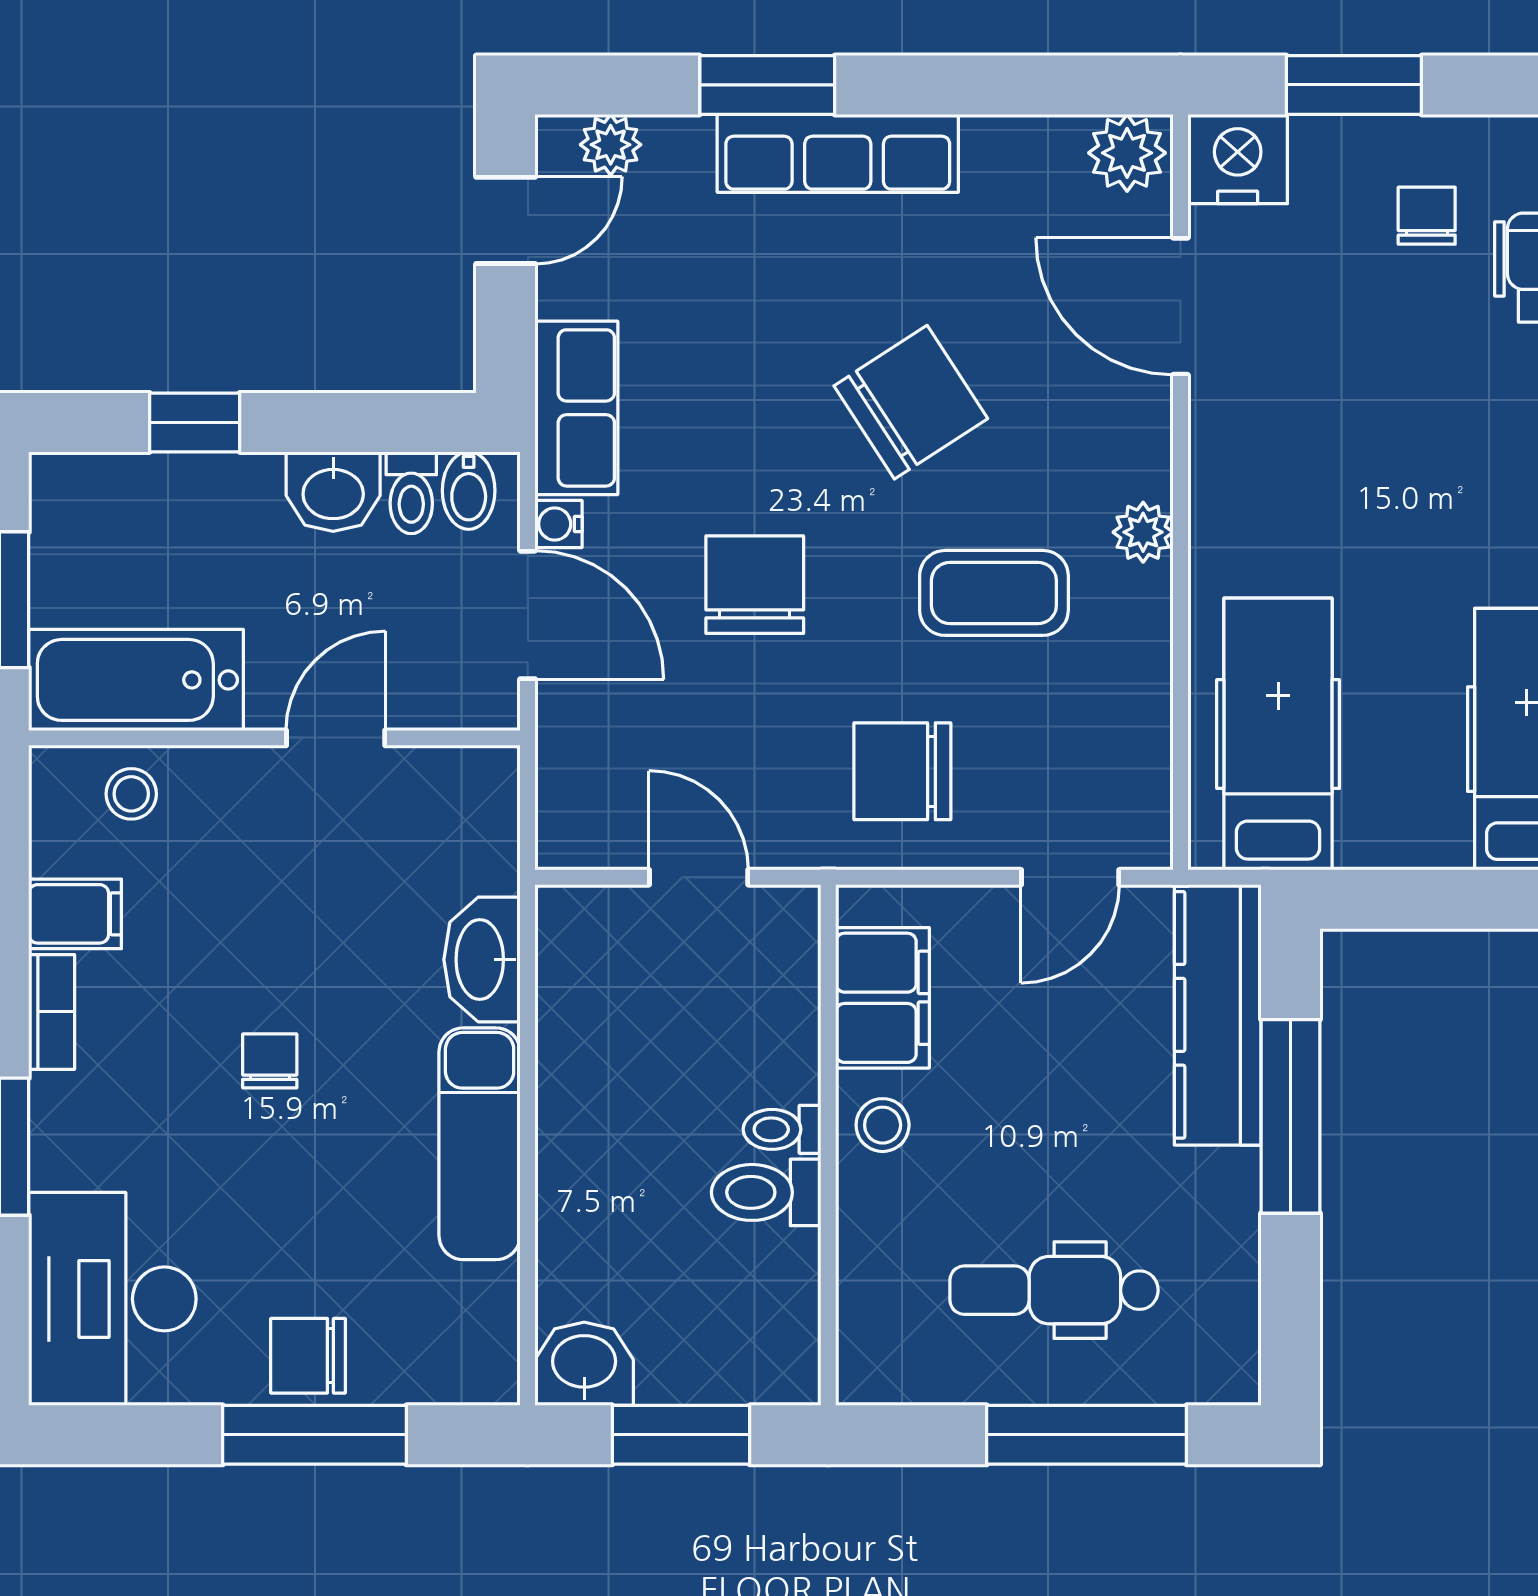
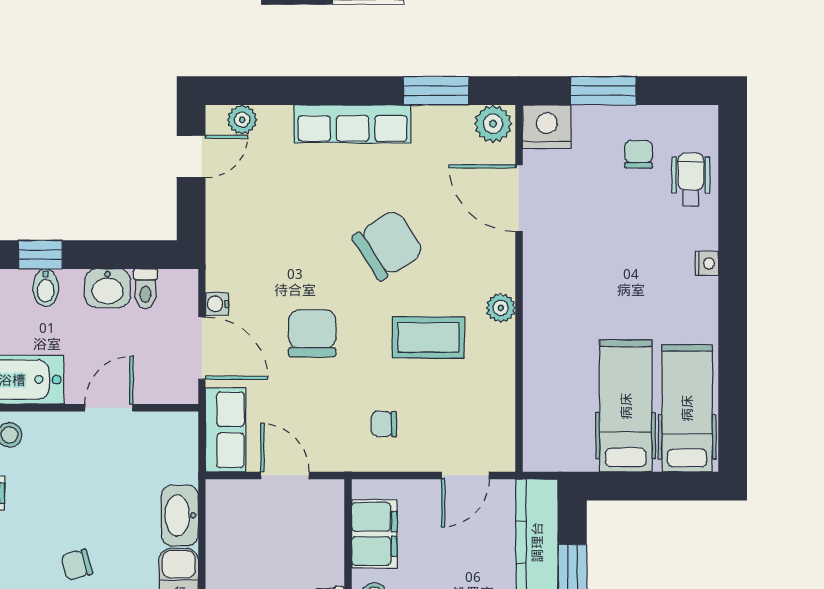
window: (767, 85) -> (436, 91), moved
row of seats: (576, 408) -> (226, 430), moved
bidet: (469, 491) -> (46, 288), moved
hospital bed: (1278, 734) -> (626, 406), moved
chair: (902, 771) -> (384, 424), width x0.54, depth x0.54
chair: (270, 1061) -> (77, 565), turned -105

